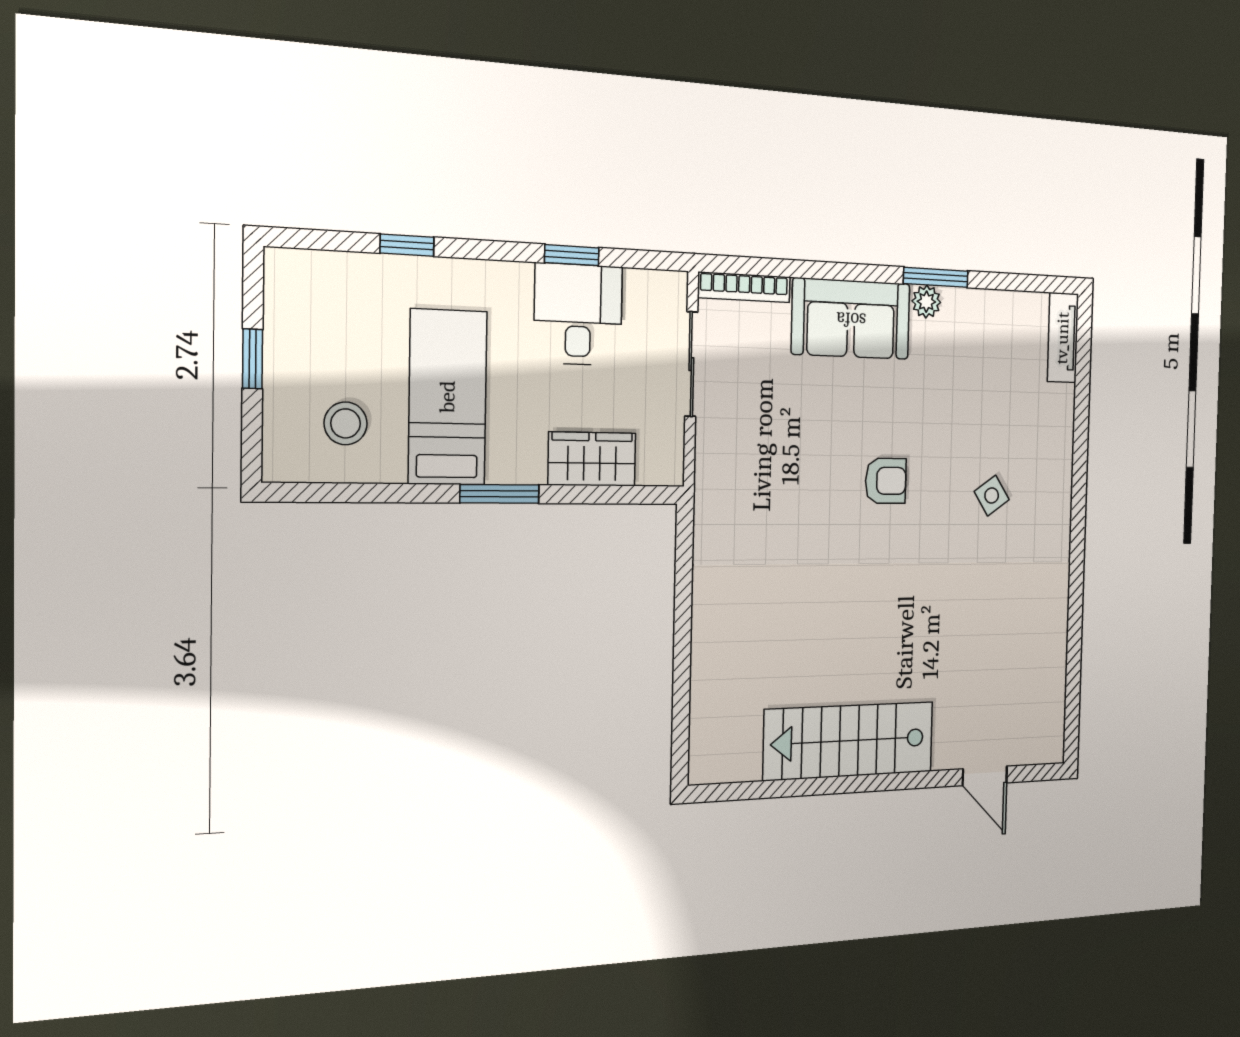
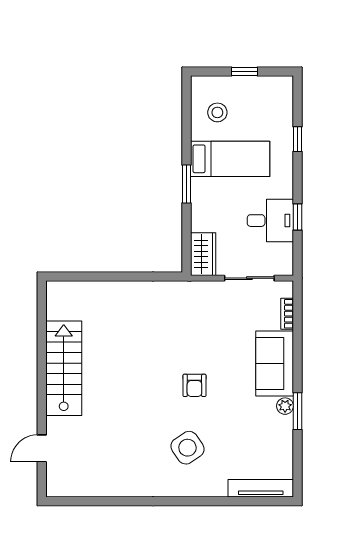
bookcase: (744, 287) -> (287, 314), width x0.64
tv unit: (1063, 338) -> (261, 488), width x1.41
wardrobe: (592, 459) -> (203, 254), moved
side table: (992, 496) -> (187, 448), width x1.87, depth x1.87

